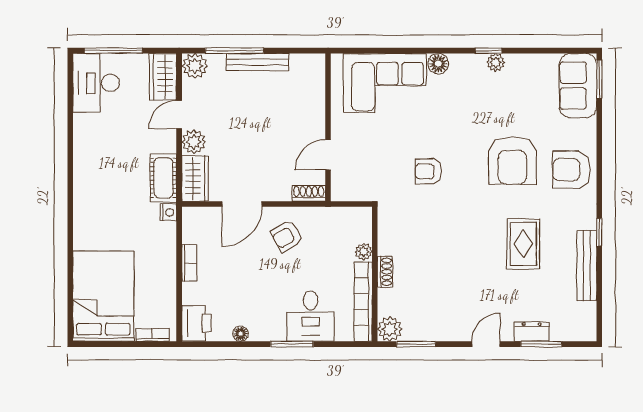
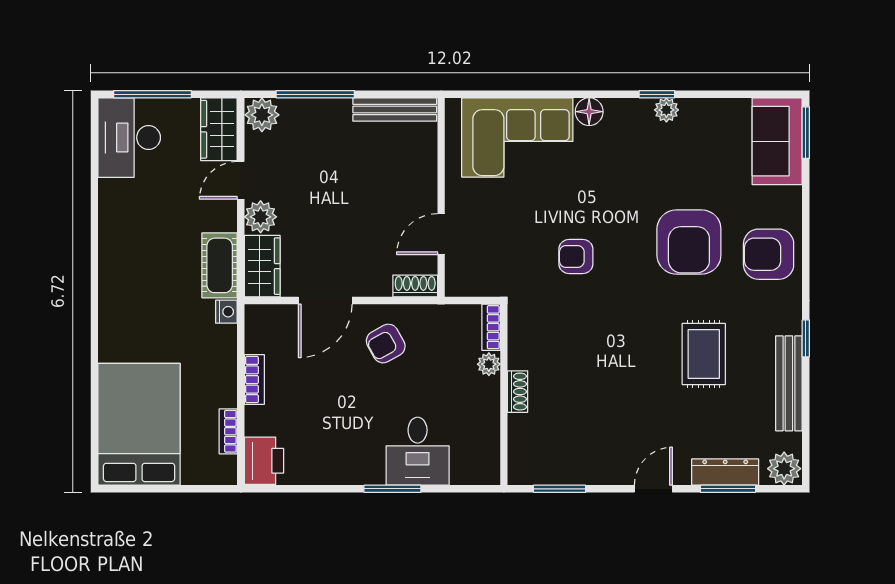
bench: (257, 62) -> (395, 109), moved
bookcase: (363, 302) -> (491, 327), moved, width x0.43, depth x0.76
plant: (390, 329) -> (784, 469), moved
dresser: (532, 332) -> (725, 472), width x1.44
floor lamp: (241, 334) -> (324, 475), removed
bookcase: (152, 335) -> (228, 431), moved, turned -90

